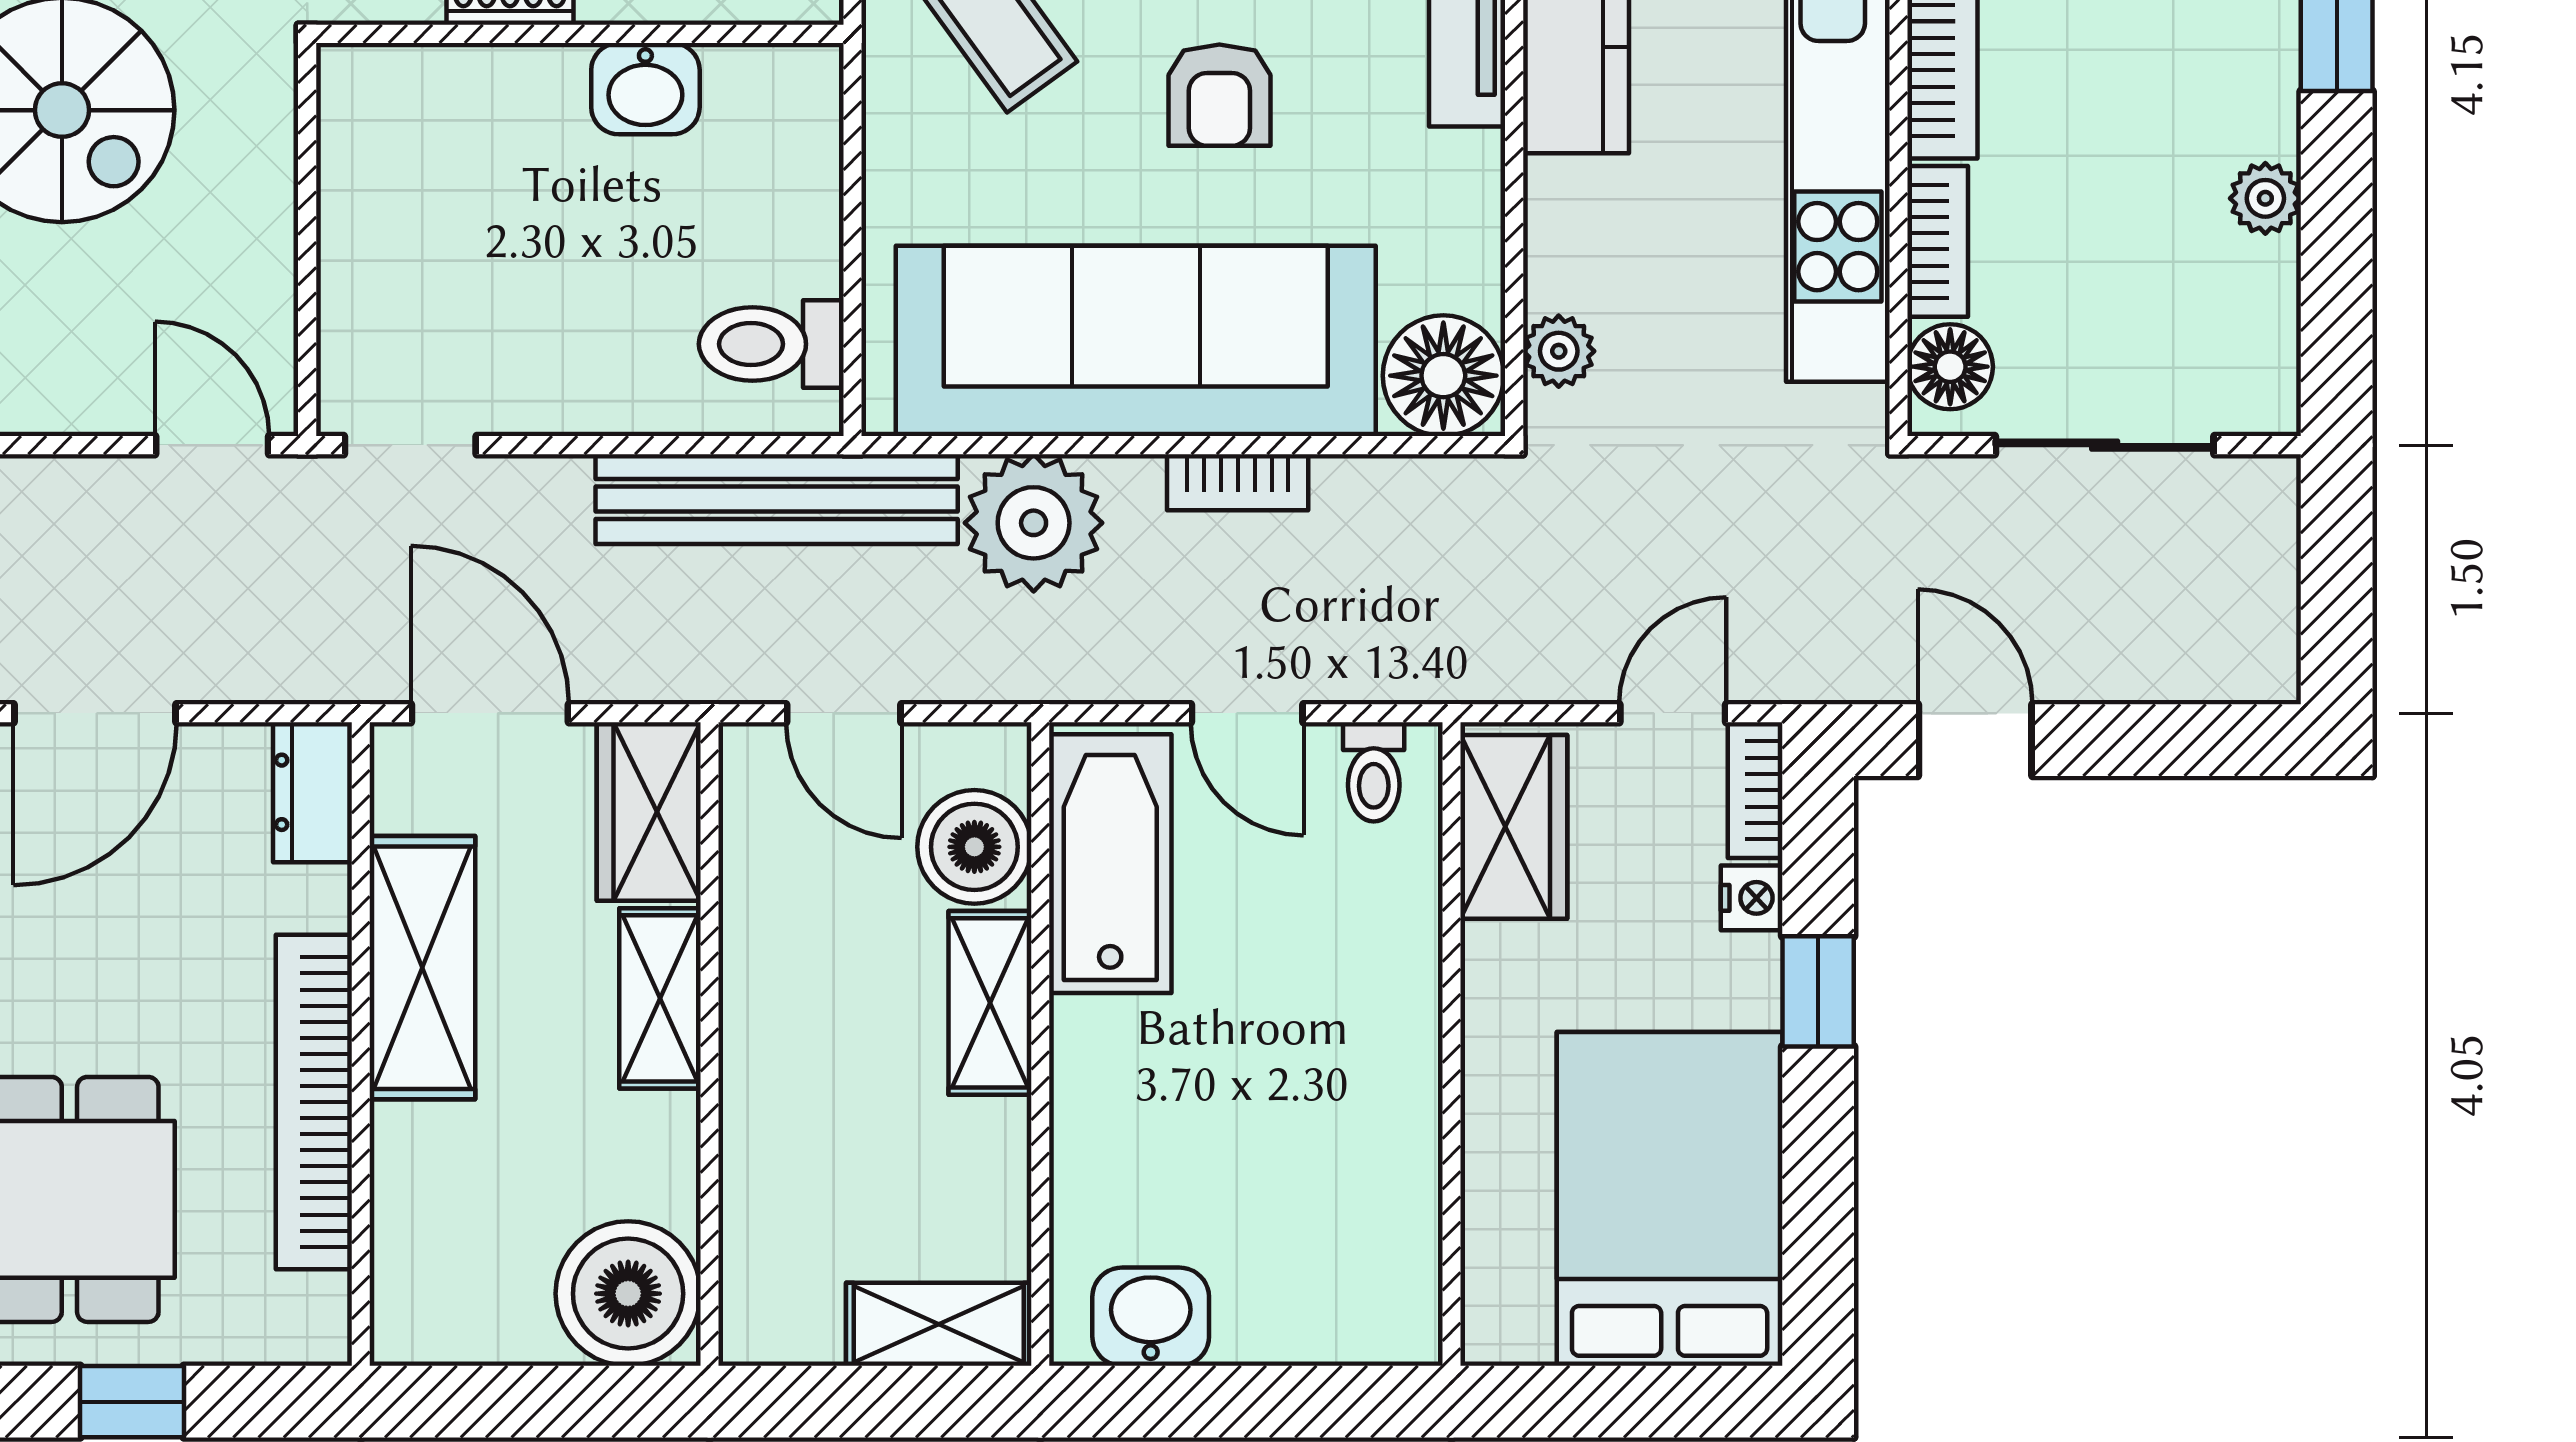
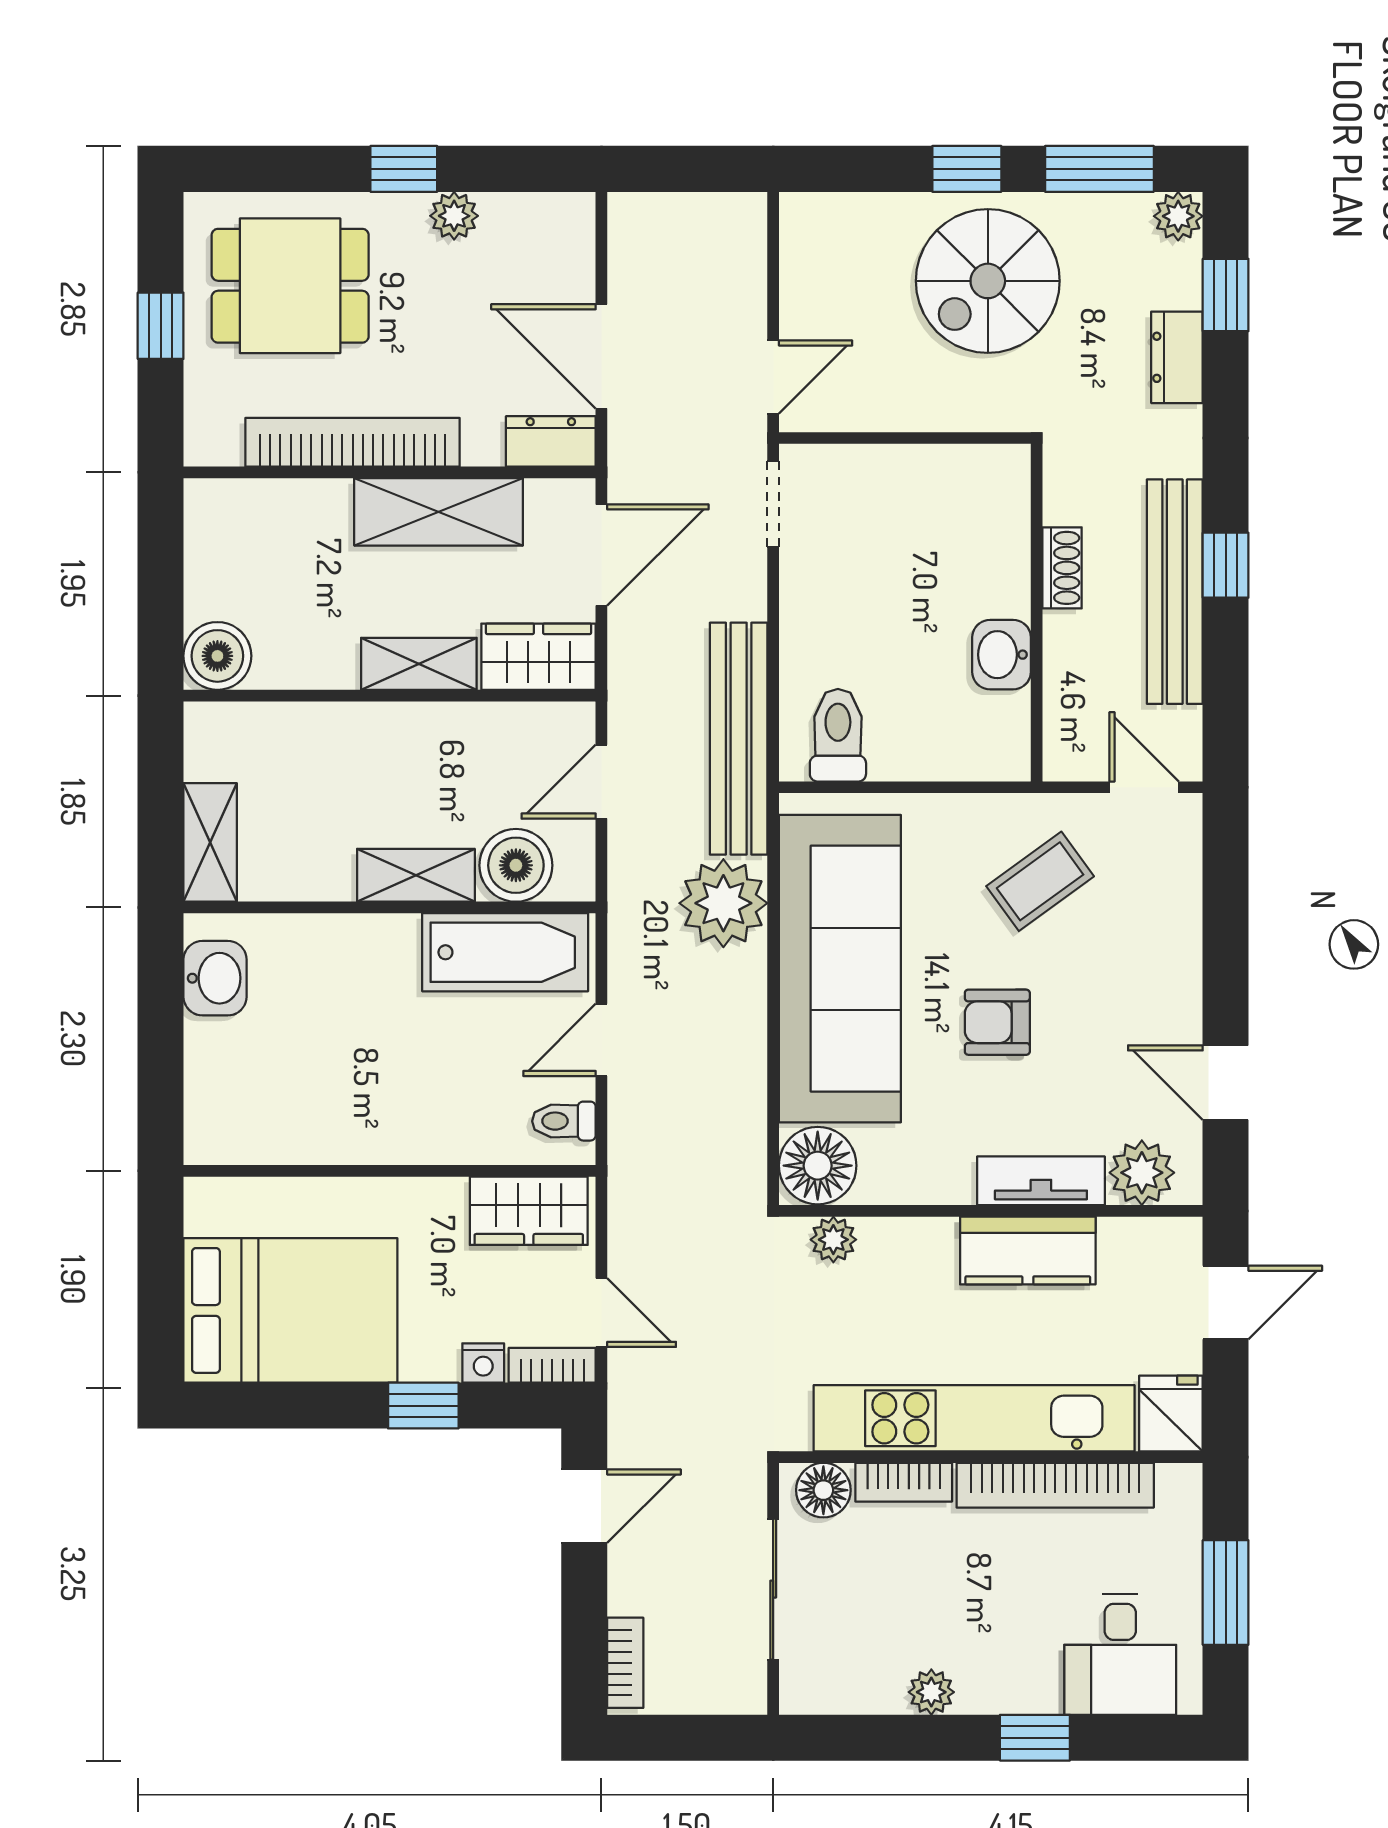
bookcase: (1238, 482) -> (625, 1663), moved, turned 180
door: (95, 713) -> (601, 356), moved
boiler: (628, 1294) -> (217, 656), width x0.73, depth x0.73

